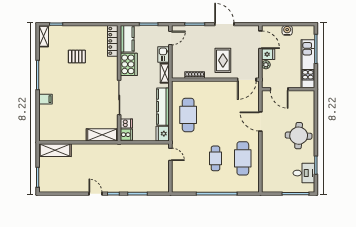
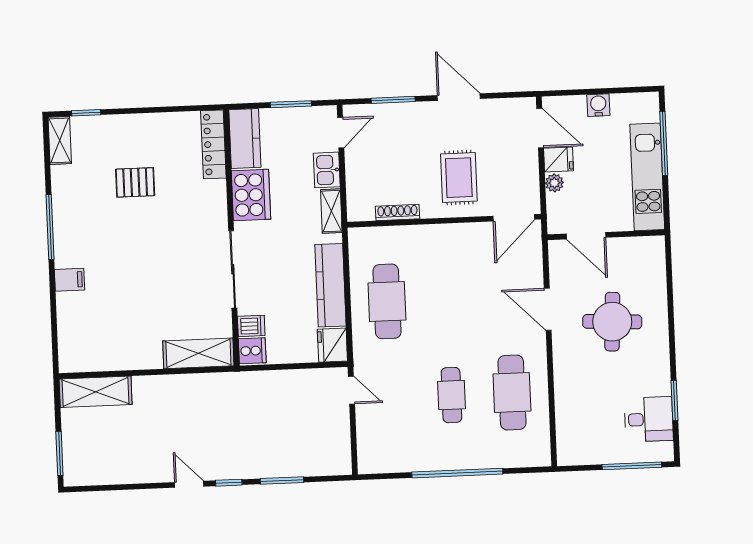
round table: (299, 136) -> (612, 322), moved

